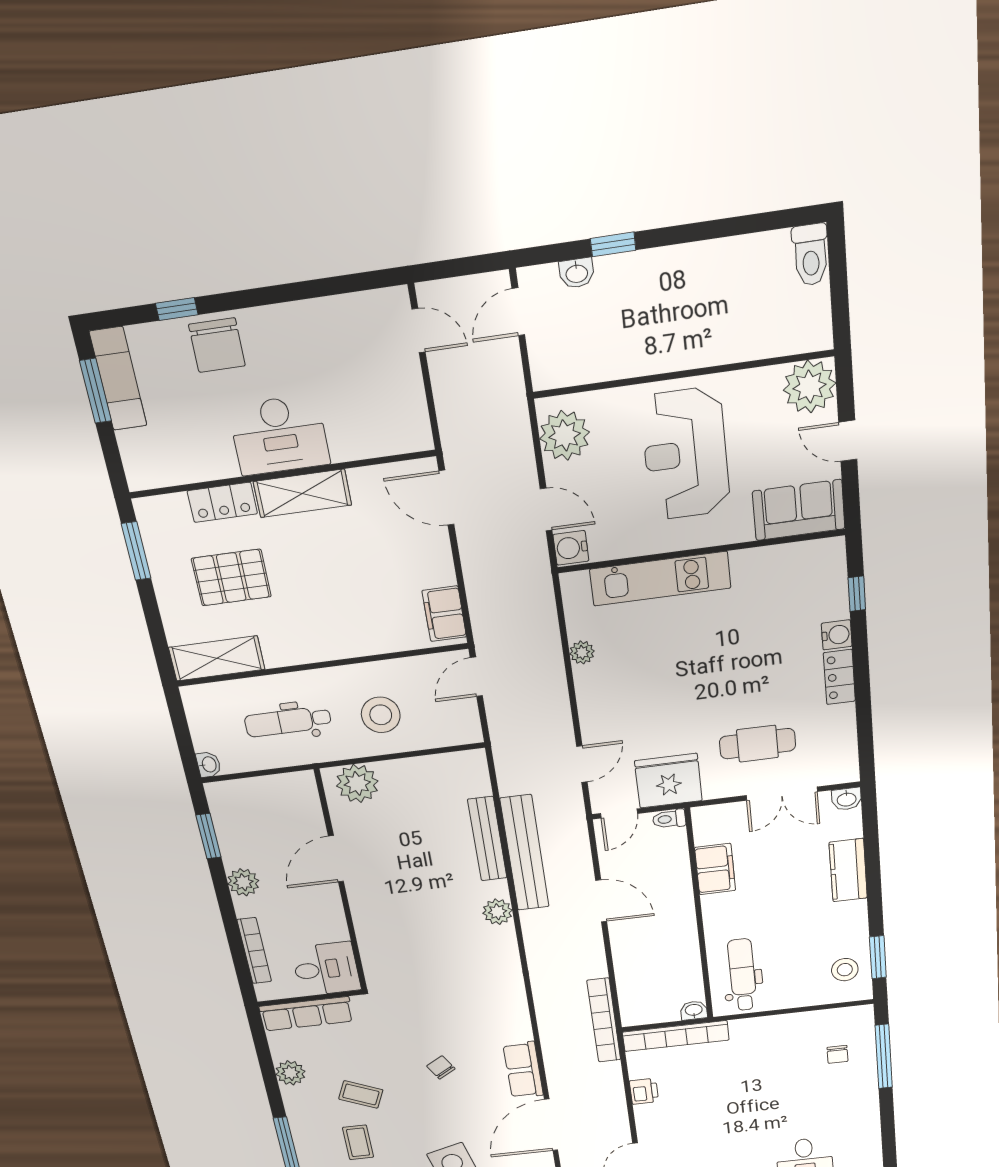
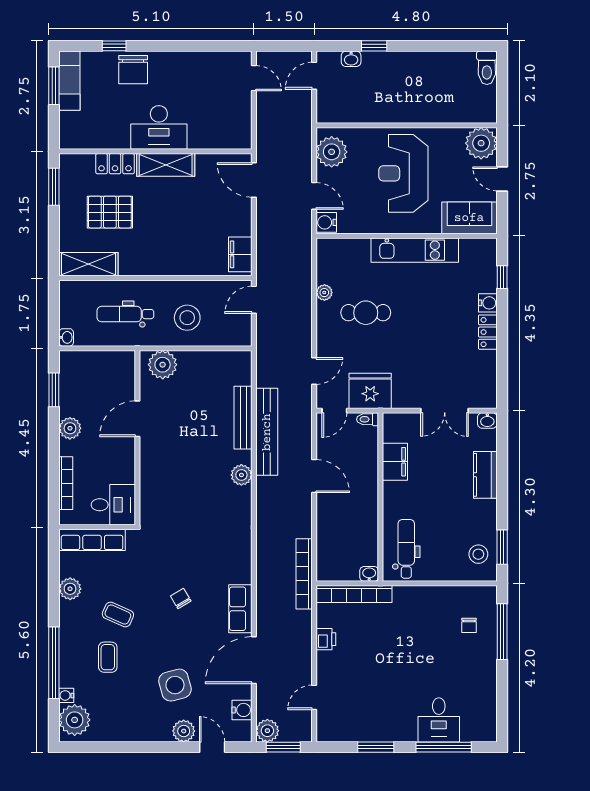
kitchen unit: (660, 579) -> (415, 250), moved
cafe table: (757, 744) -> (366, 313), moved

